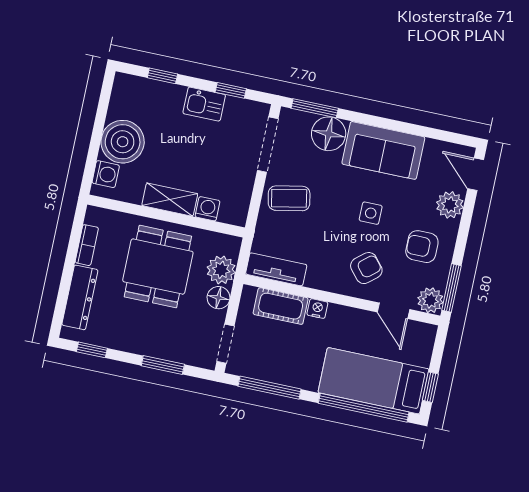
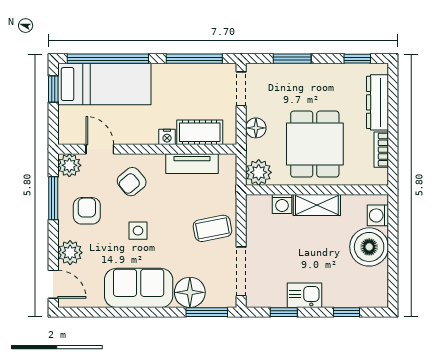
armchair: (422, 247) -> (87, 211), turned -90
tv unit: (276, 269) -> (192, 164), moved
plant: (221, 270) -> (259, 172), moved
window: (451, 288) -> (53, 198), moved

